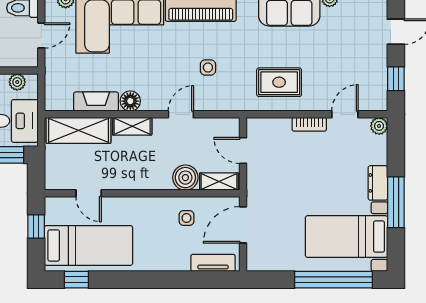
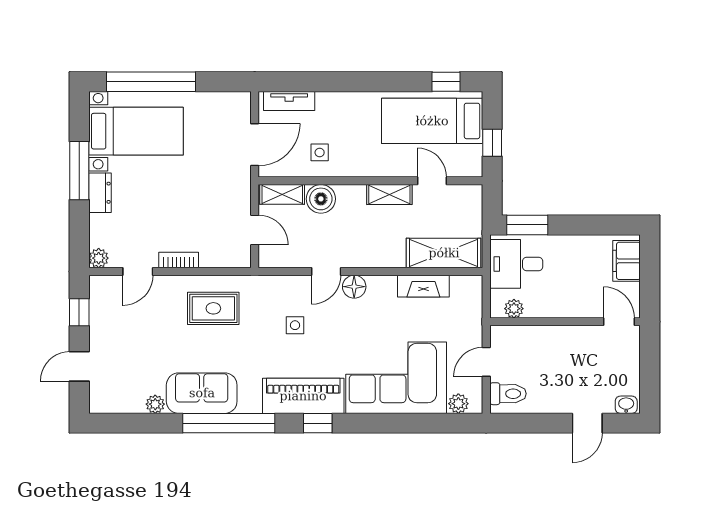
floor lamp: (130, 101) -> (354, 287), moved
shelving: (132, 126) -> (389, 195), moved

